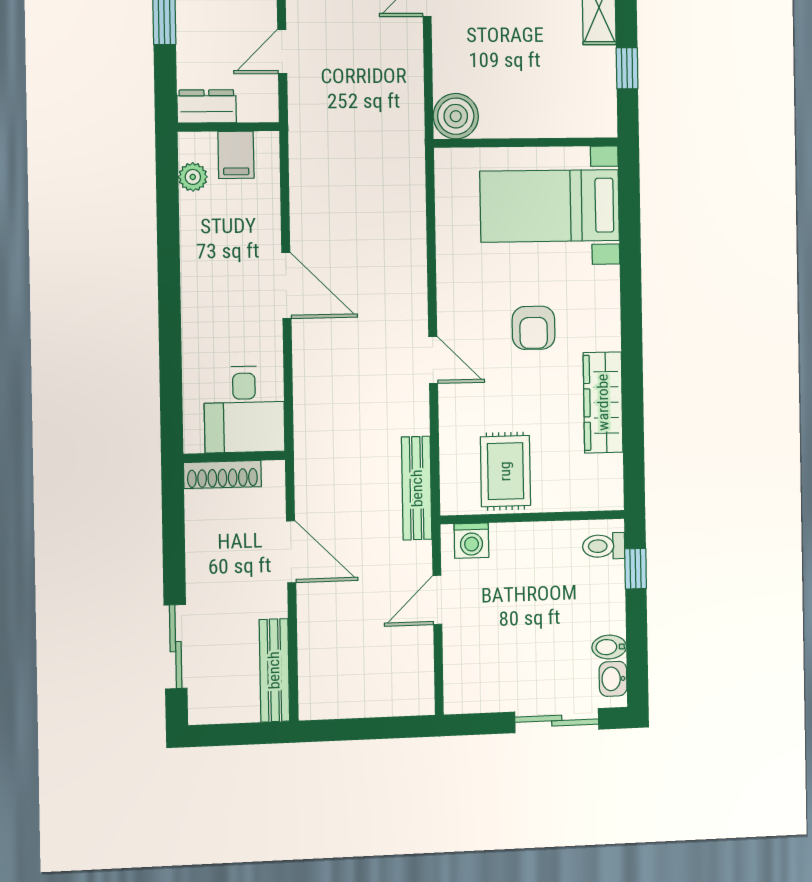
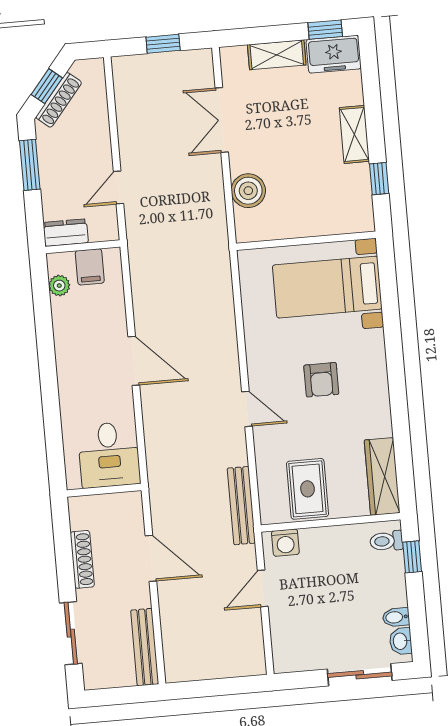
boiler: (456, 116) -> (248, 191), moved
wardrobe: (603, 402) -> (382, 476), moved
shoe rack: (222, 475) -> (82, 559), moved, turned -90

